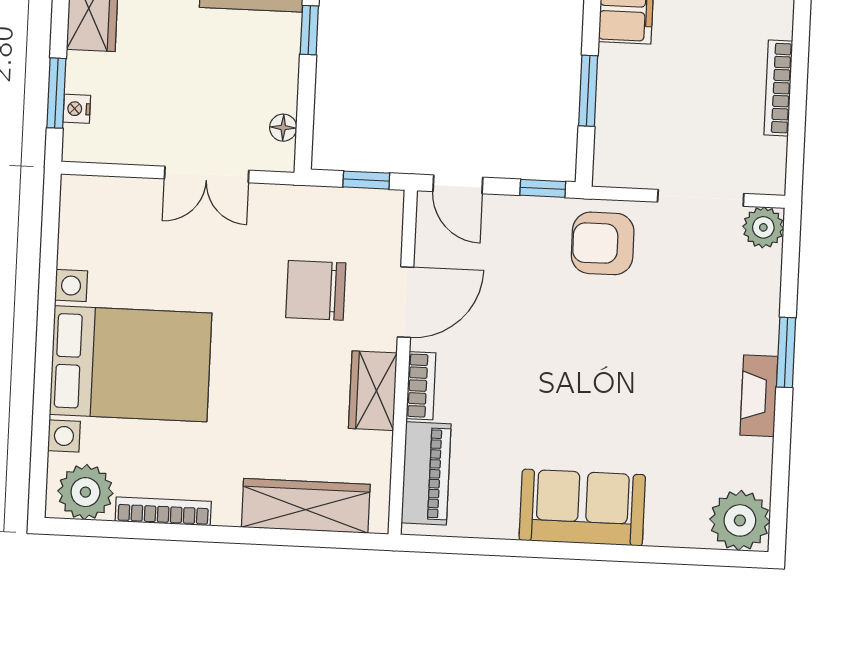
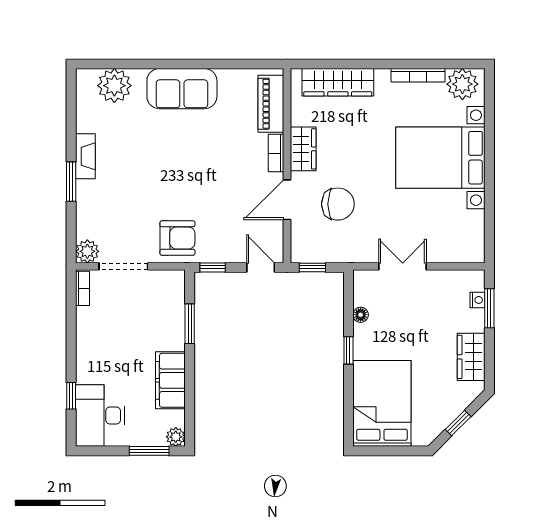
bookcase: (778, 88) -> (83, 288), moved, width x0.64
floor lamp: (283, 128) -> (361, 315), moved
plant: (740, 520) -> (114, 86), moved

